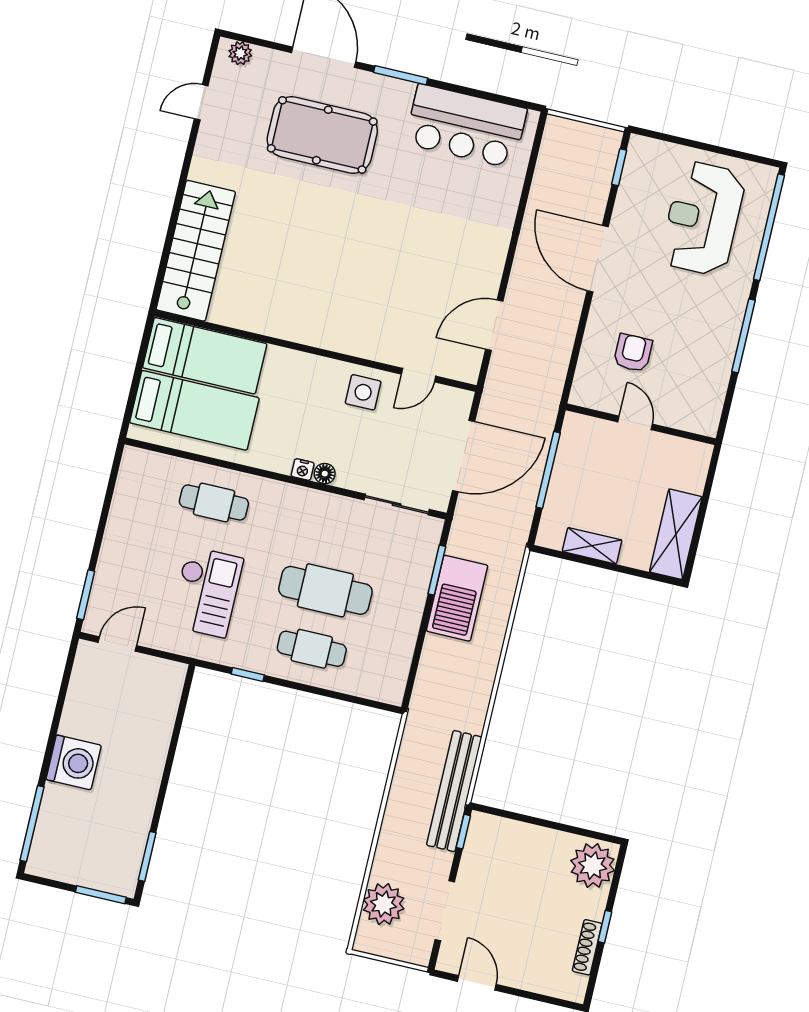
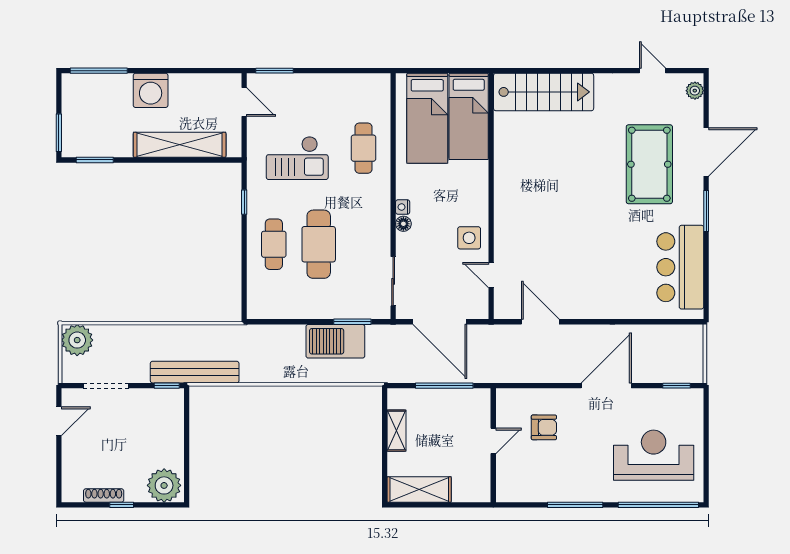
shelving: (153, 741) -> (180, 145), added
plant: (384, 904) -> (77, 340), moved

